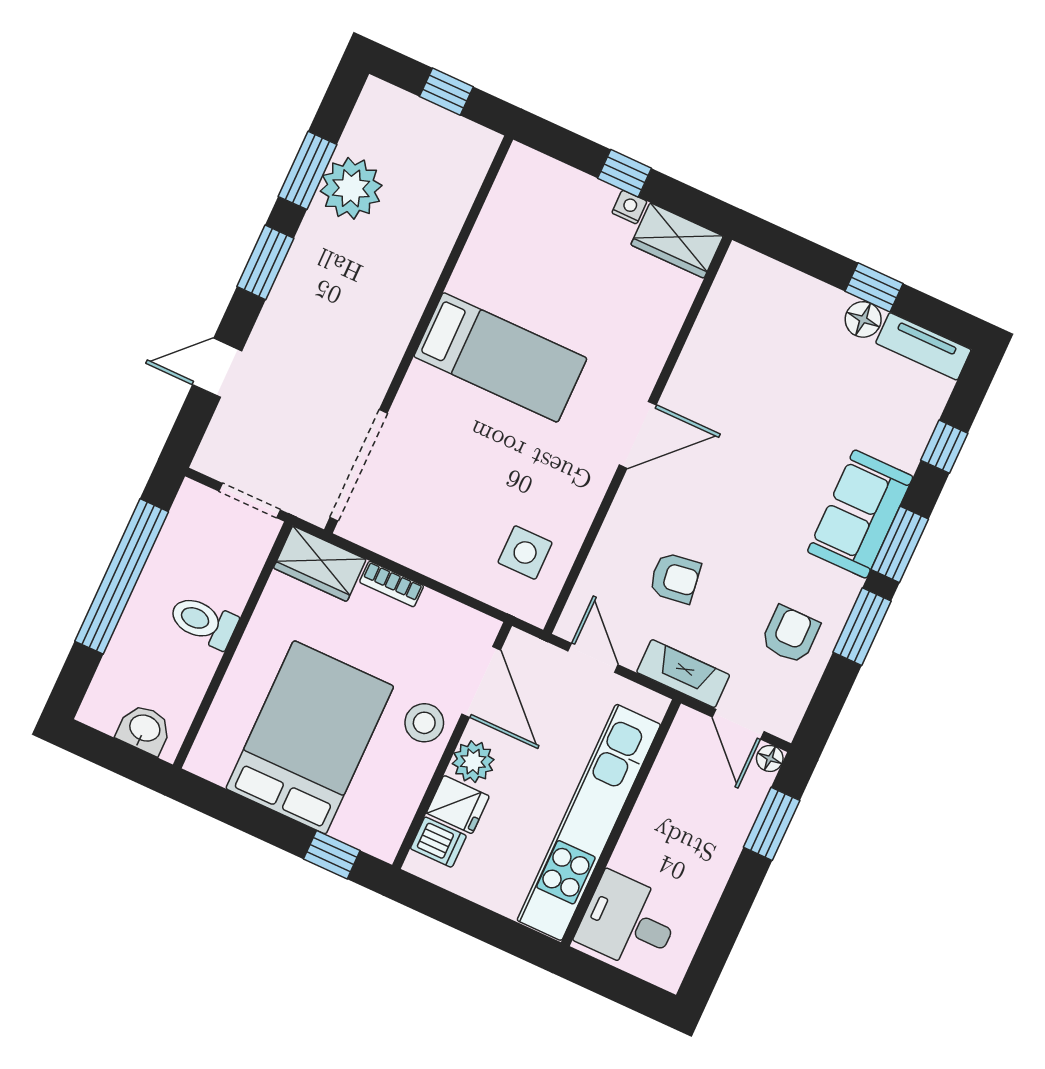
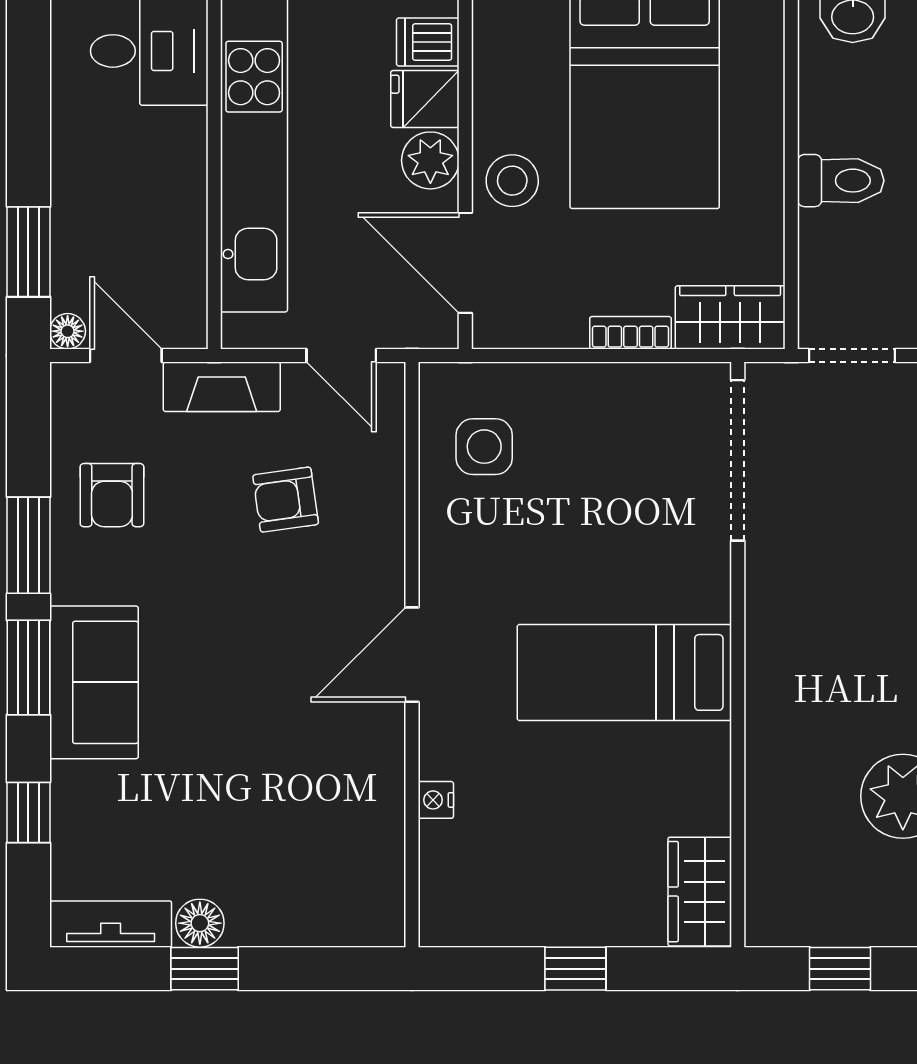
nightstand: (629, 207) -> (436, 800), moved, turned 90
wardrobe: (677, 240) -> (700, 892), moved, turned -90

